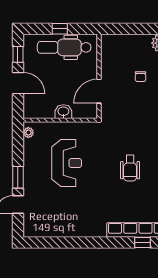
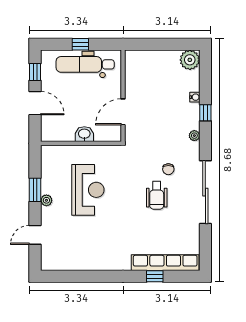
chair: (140, 77) -> (168, 169), moved
plant: (28, 133) -> (46, 200), moved
window: (18, 177) -> (35, 190), moved
window: (142, 243) -> (155, 276), moved

